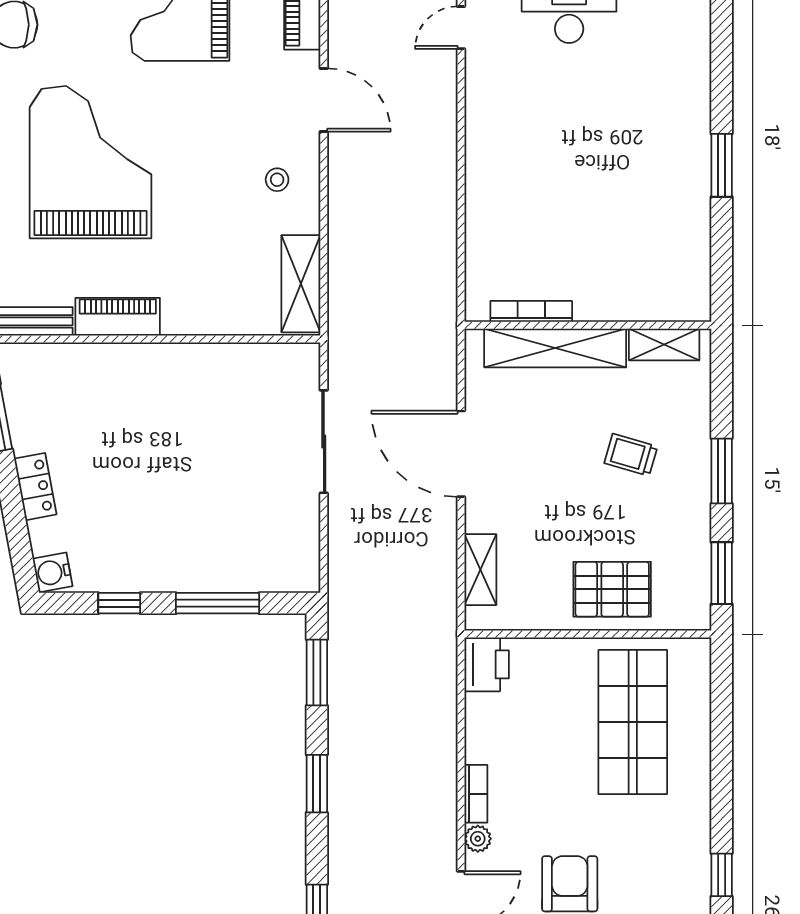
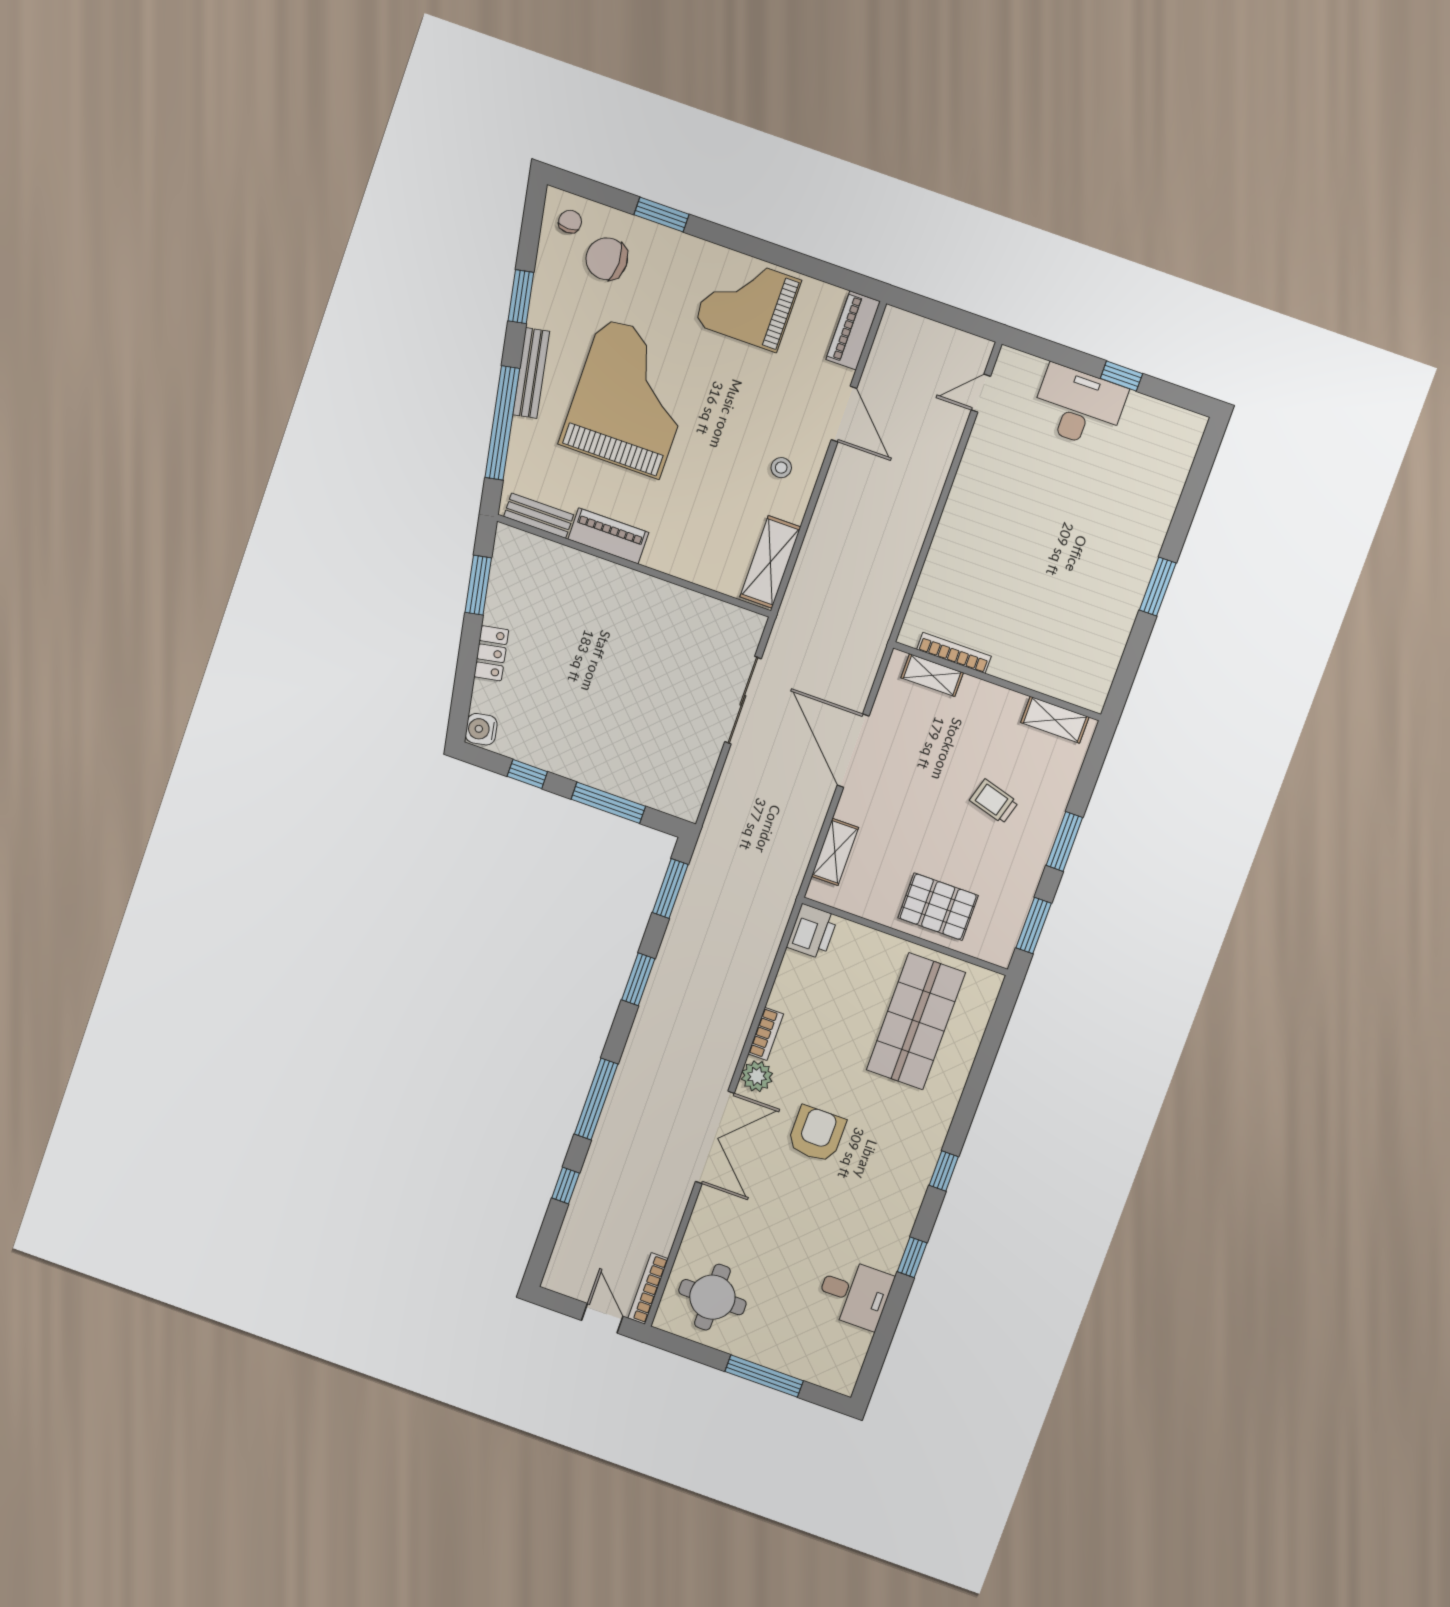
shelving: (555, 348) -> (932, 675), width x0.45, depth x0.75
plant: (478, 839) -> (757, 1076), width x1.38, depth x1.38

